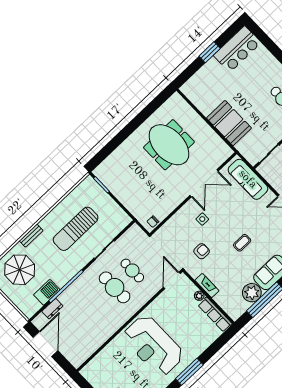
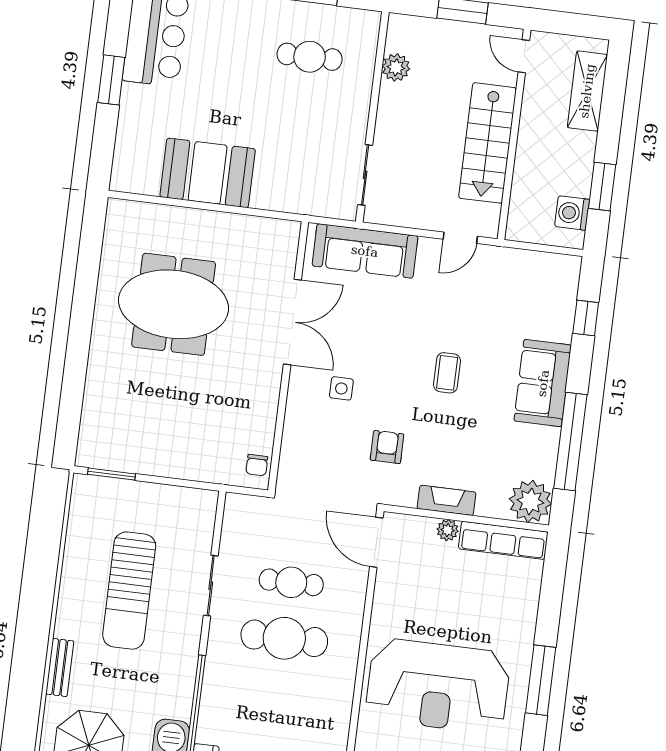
booth: (229, 123) -> (208, 173), moved
plant: (252, 293) -> (530, 501), moved

